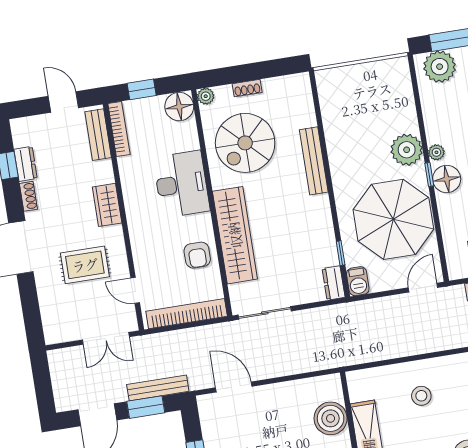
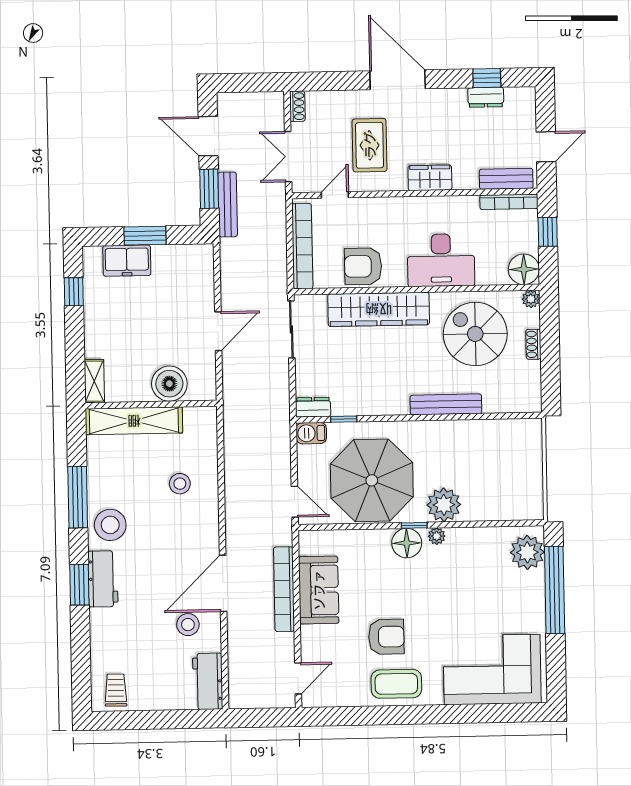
shoe rack: (28, 196) -> (297, 106), moved, turned -90
armchair: (197, 255) -> (363, 266), width x1.38, depth x1.38
door: (234, 387) -> (218, 331), moved

